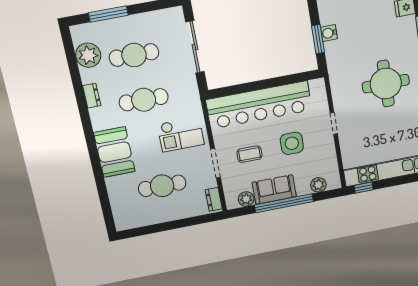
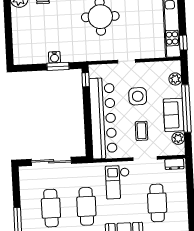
window: (305, 76) -> (86, 80), added
checkout: (181, 134) -> (118, 182), turned 180

